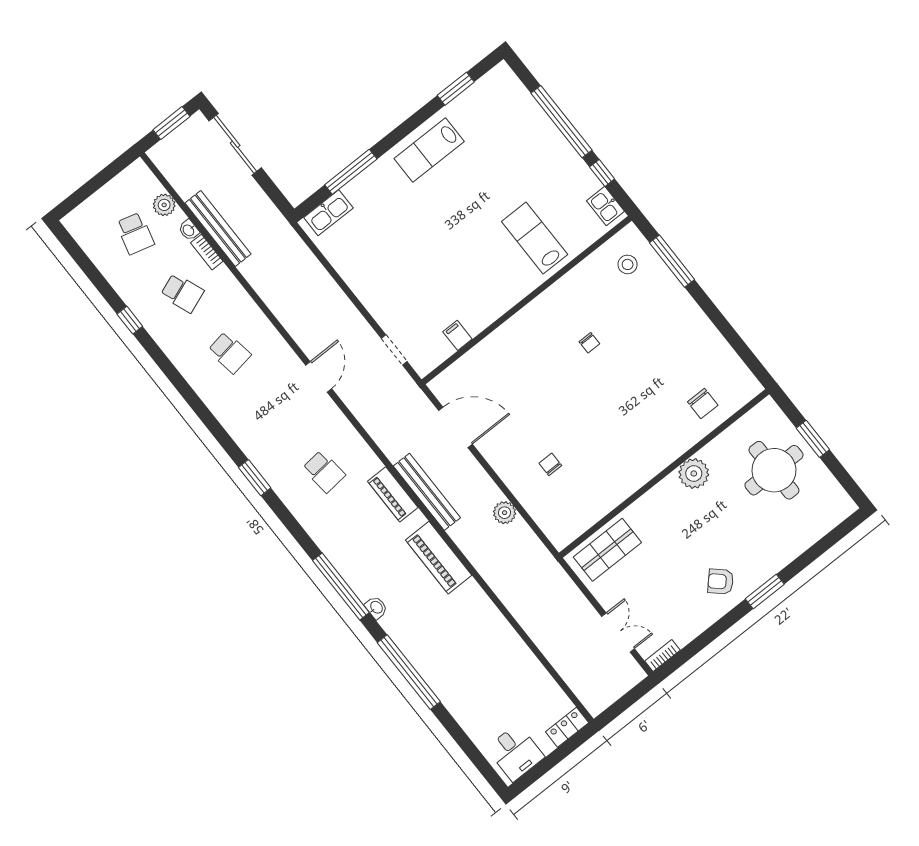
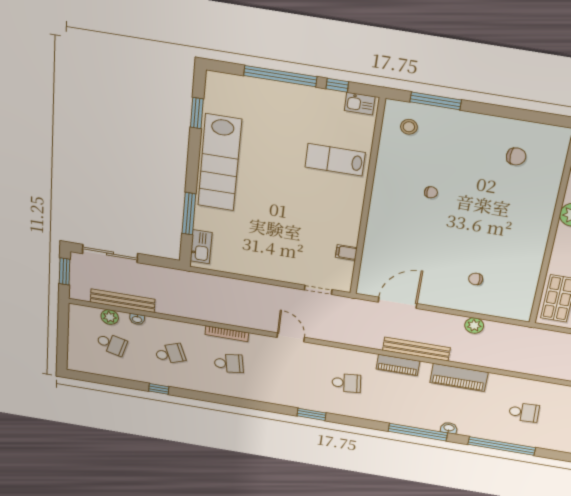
lab bench: (429, 150) -> (220, 163), width x1.86, depth x1.39
bench: (218, 228) -> (123, 301), moved
bookcase: (207, 252) -> (227, 334), moved, width x1.56
chair: (703, 403) -> (516, 156), moved
school desk: (465, 650) -> (524, 412), added

